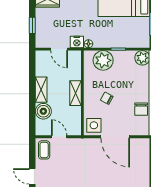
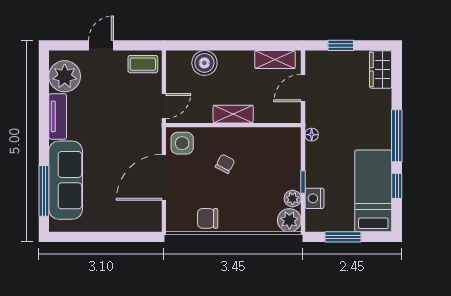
nightstand: (77, 42) -> (314, 198), moved
plant: (103, 60) -> (293, 198), moved, width x0.53, depth x0.53
shelving: (41, 90) -> (275, 59), moved
door: (59, 137) -> (164, 106), moved

